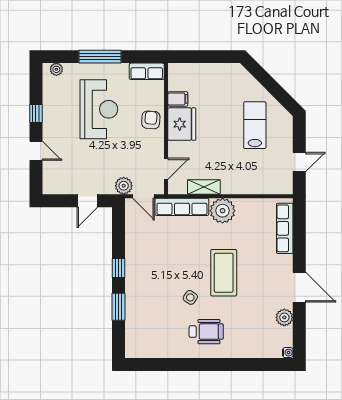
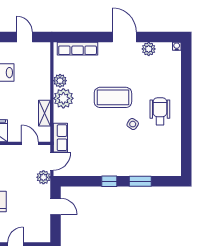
plant: (245, 206) -> (60, 81), added
row of seats: (182, 207) -> (60, 138), width x0.68
door: (299, 287) -> (124, 37), hinge flipped

